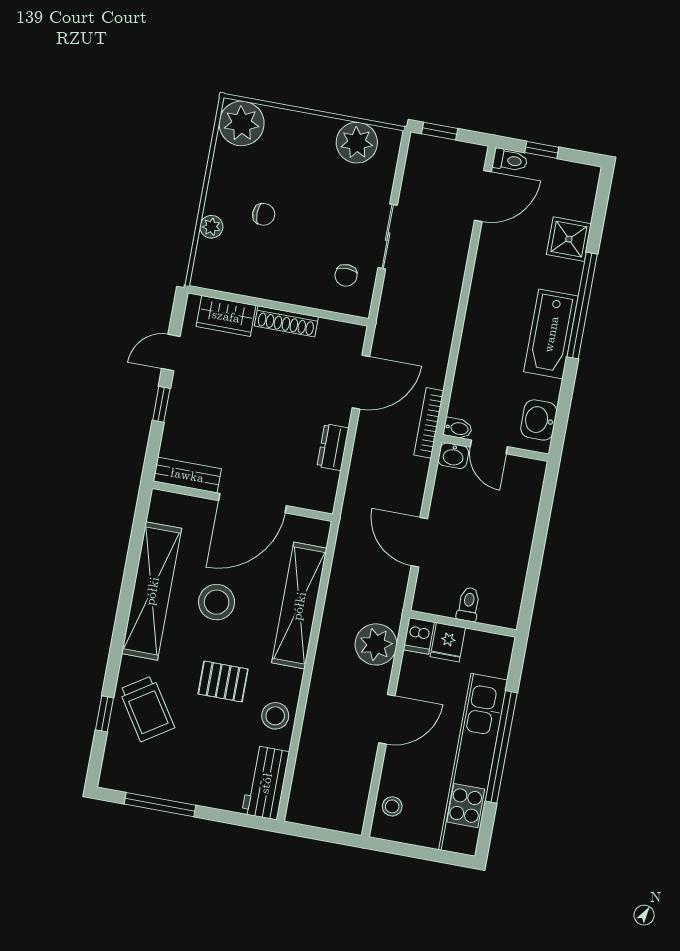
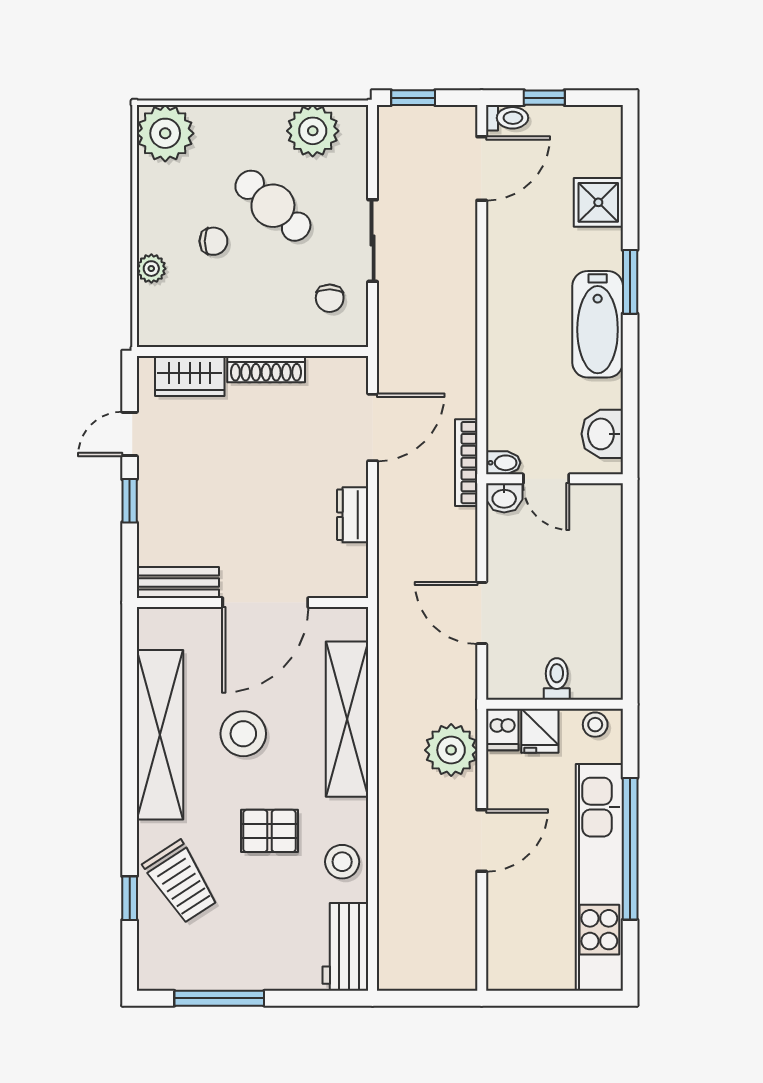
cafe table: (315, 195) -> (273, 206), added
window: (582, 306) -> (630, 282), width x0.47
stool: (392, 806) -> (595, 725), moved

